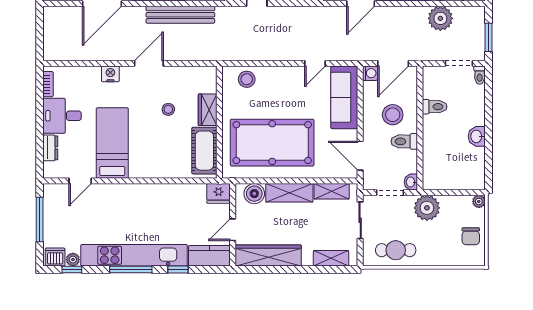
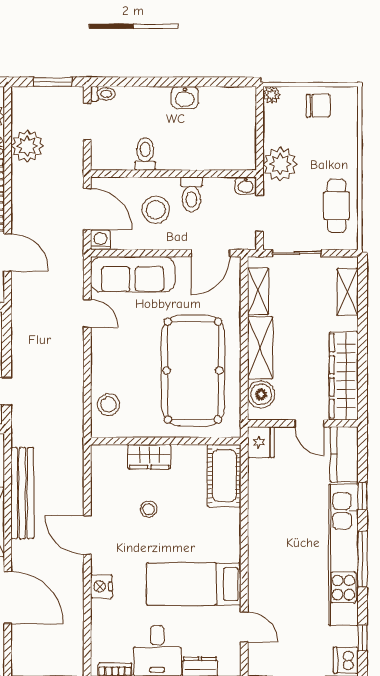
cot: (204, 151) -> (224, 476), moved, turned 90
plant: (73, 260) -> (349, 636), removed

